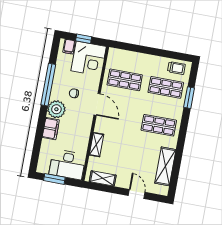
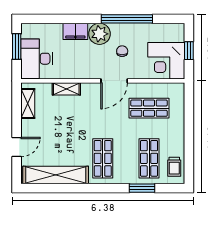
filing cabinet: (69, 47) -> (176, 35), removed
shop shelf: (125, 80) -> (149, 108), turned 90
shelving: (165, 166) -> (56, 175), width x1.47

